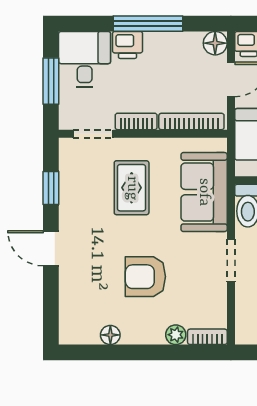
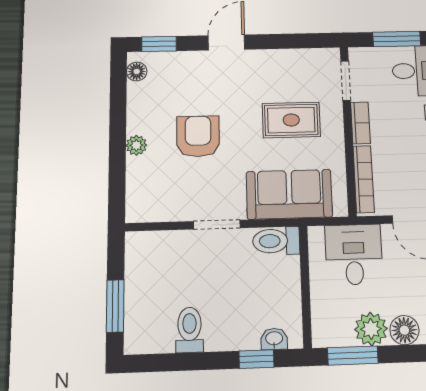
window: (51, 188) -> (159, 44), moved
floor lamp: (110, 335) -> (137, 71), moved
plant: (176, 335) -> (136, 145), moved
bookcase: (207, 337) -> (134, 202), removed

